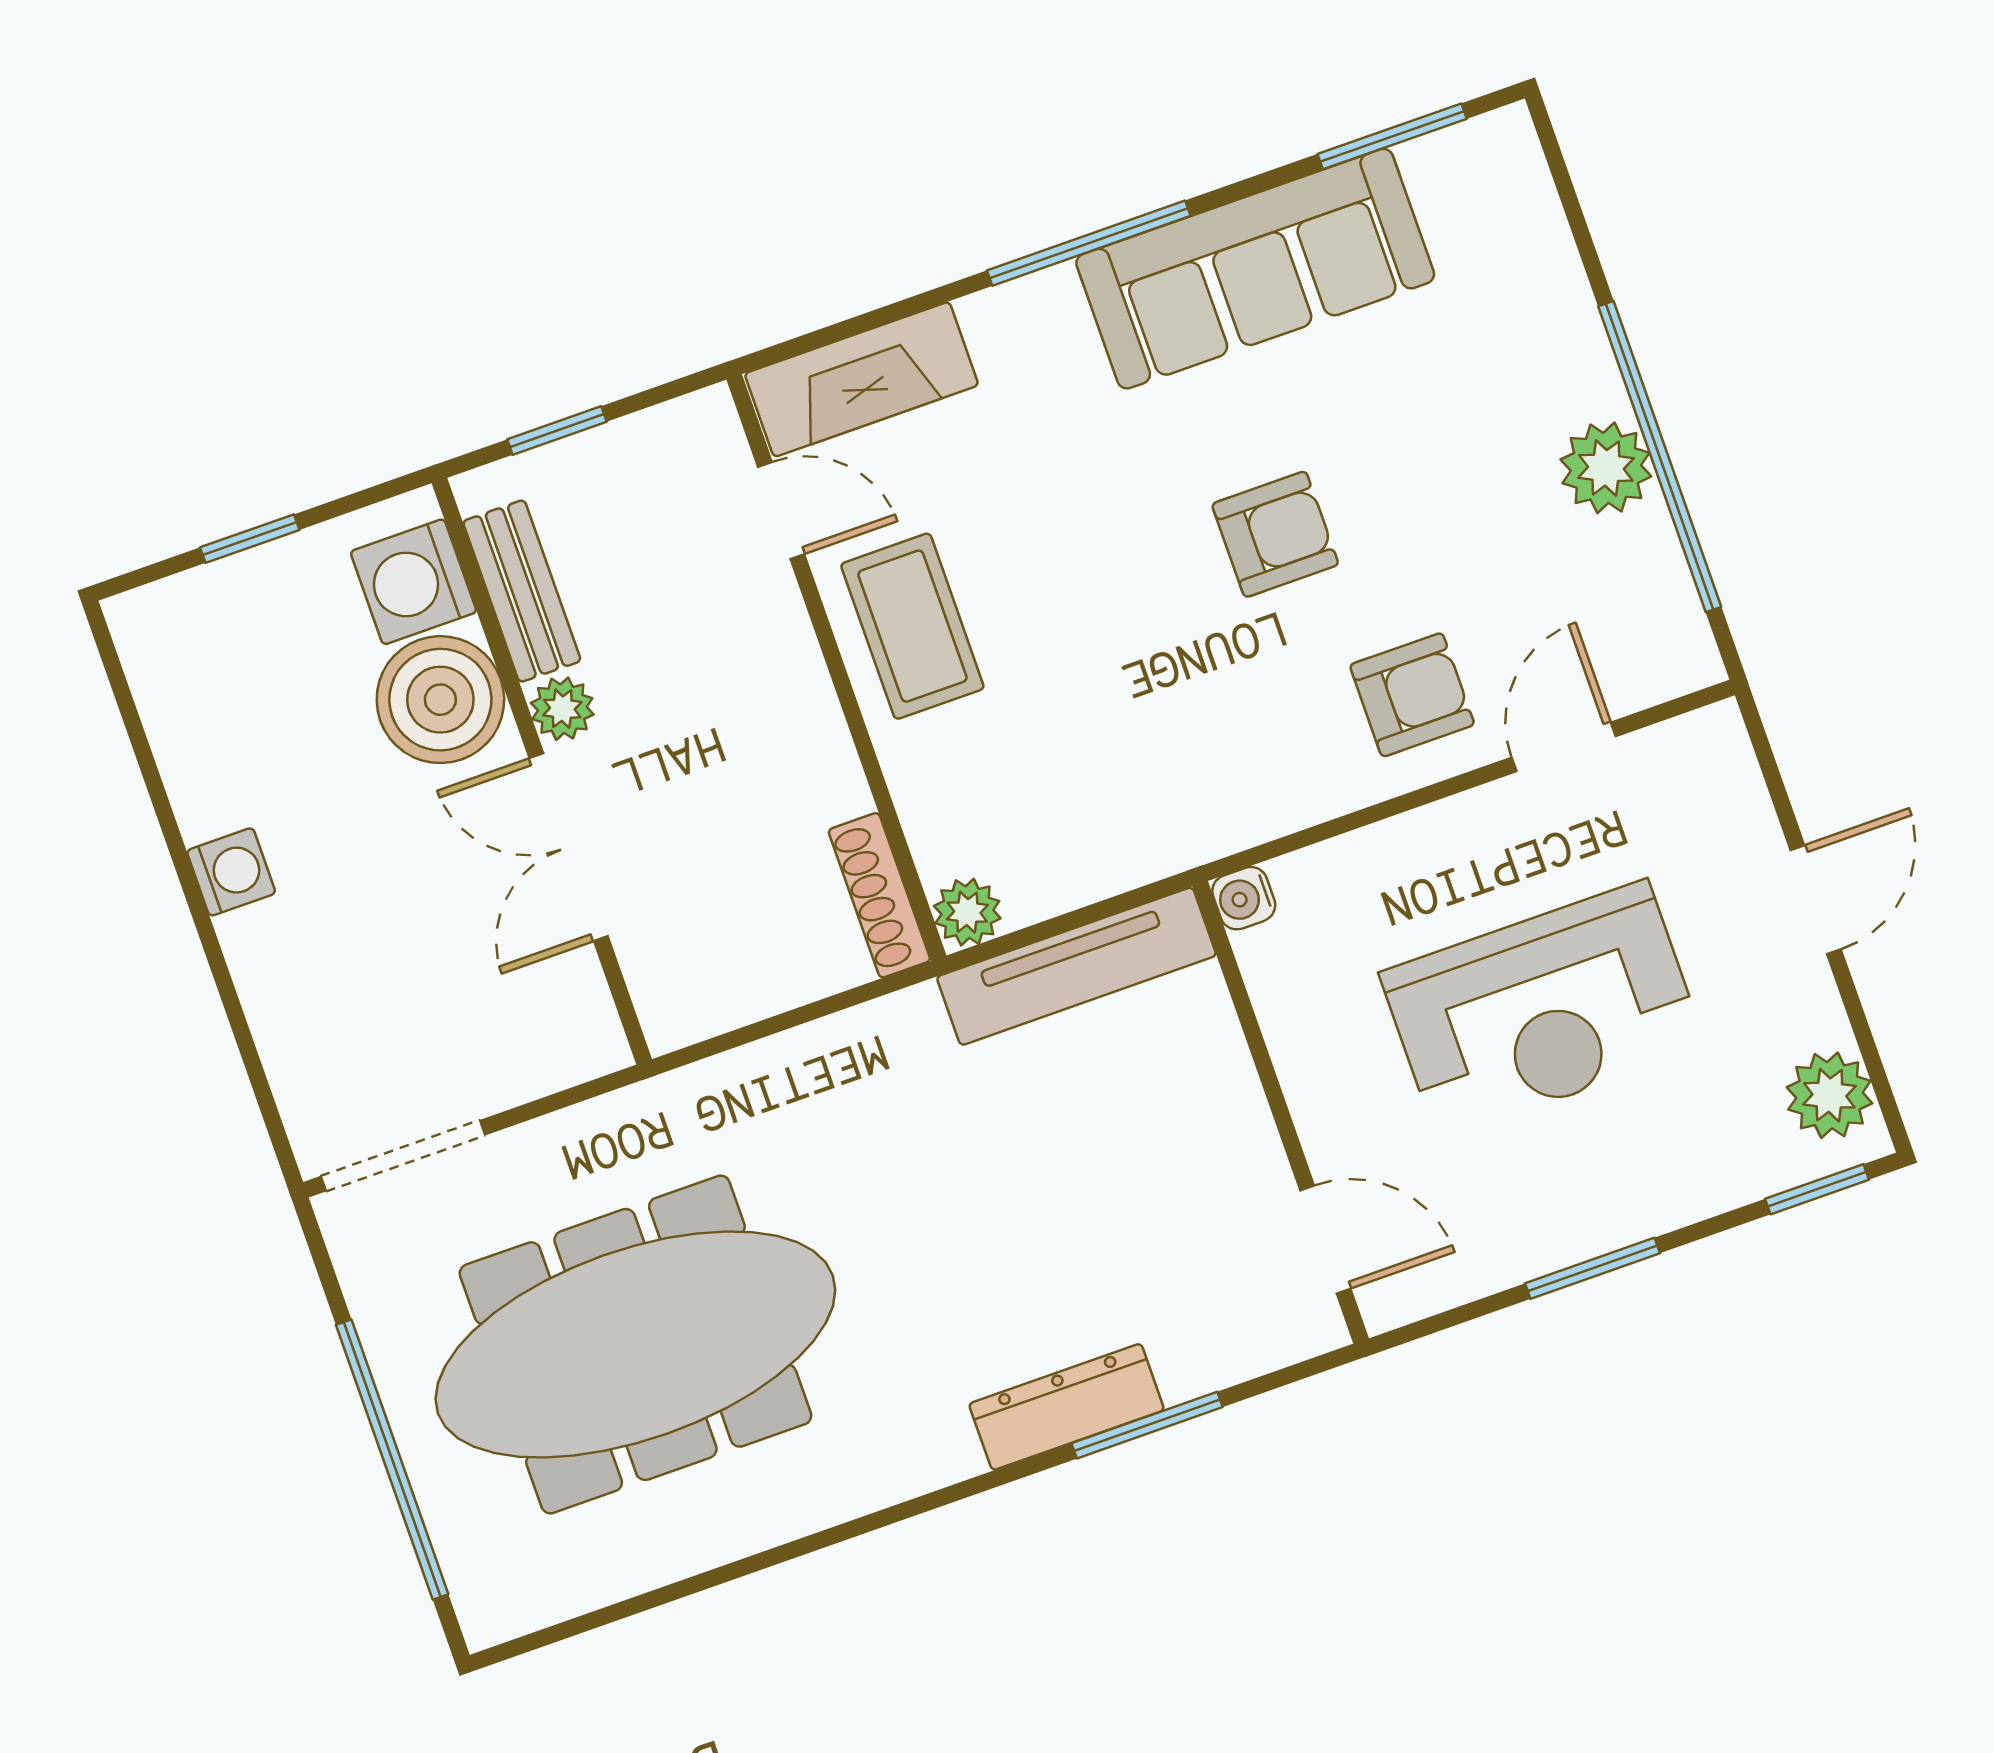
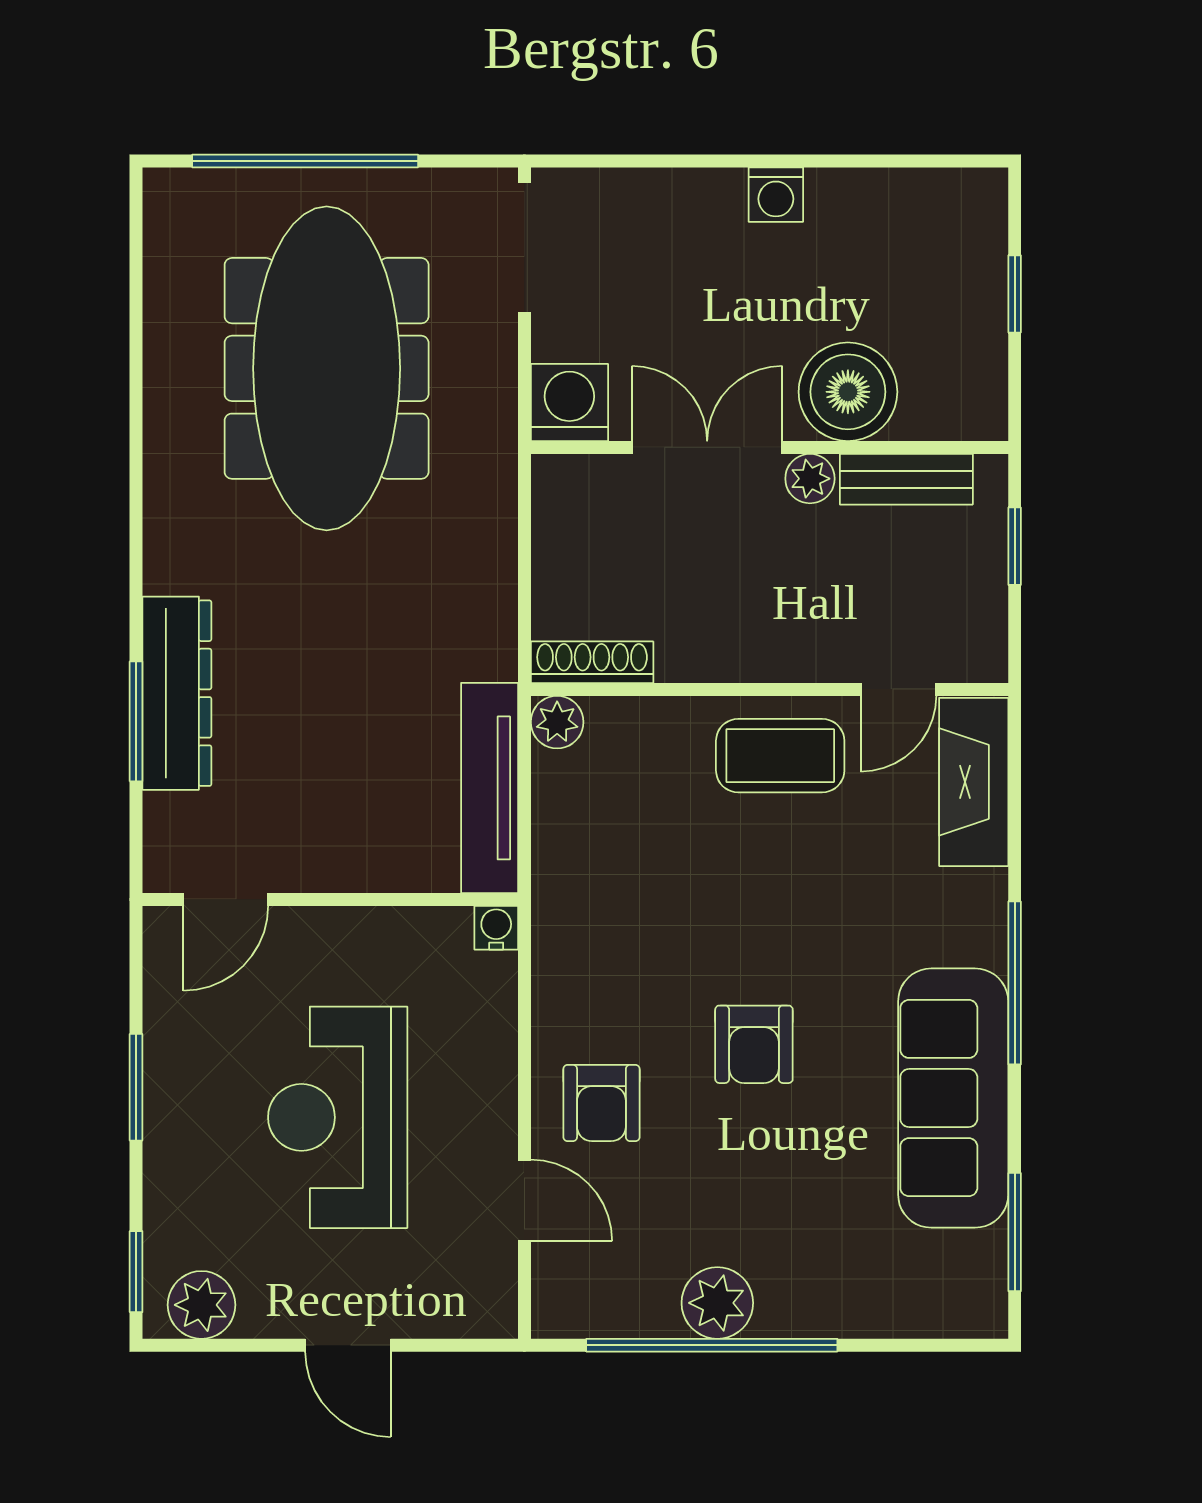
washing machine: (414, 582) -> (569, 402), moved
dresser: (1067, 1407) -> (177, 693), width x1.37, depth x1.24

